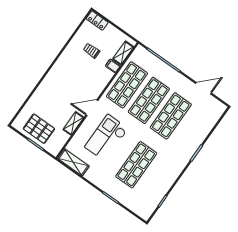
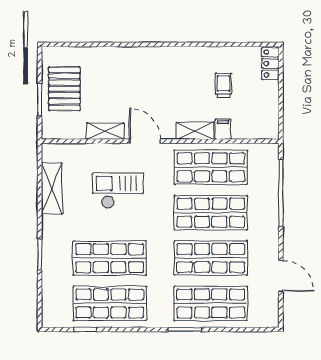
shelving: (123, 53) -> (195, 131), moved
shop shelf: (193, 131) -> (211, 303), added
checkout: (106, 138) -> (118, 191), width x0.73, depth x0.83
shelving: (73, 162) -> (52, 189), moved
shop shelf: (158, 180) -> (110, 303), added

